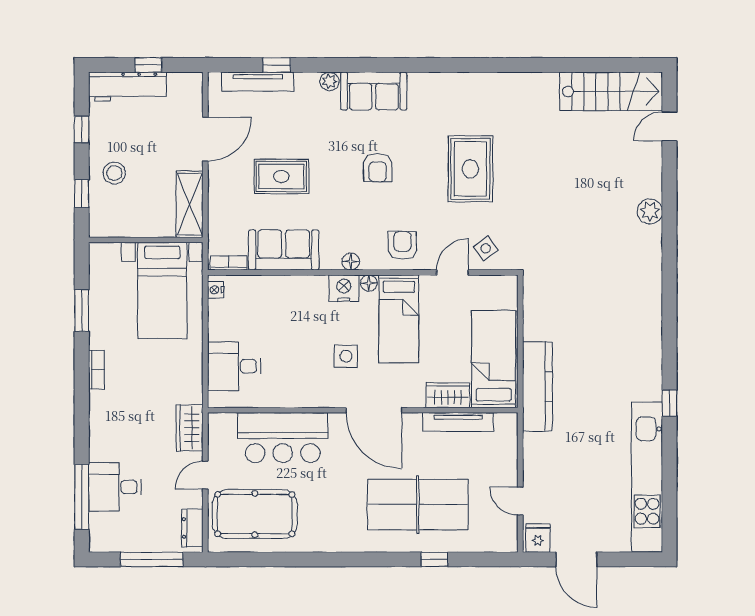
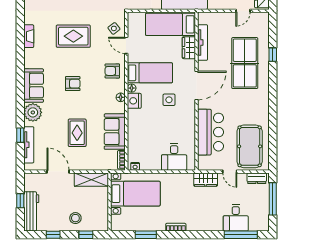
plant: (329, 81) -> (33, 112), width x1.88, depth x1.88
fireplace: (470, 82) -> (29, 36), added

